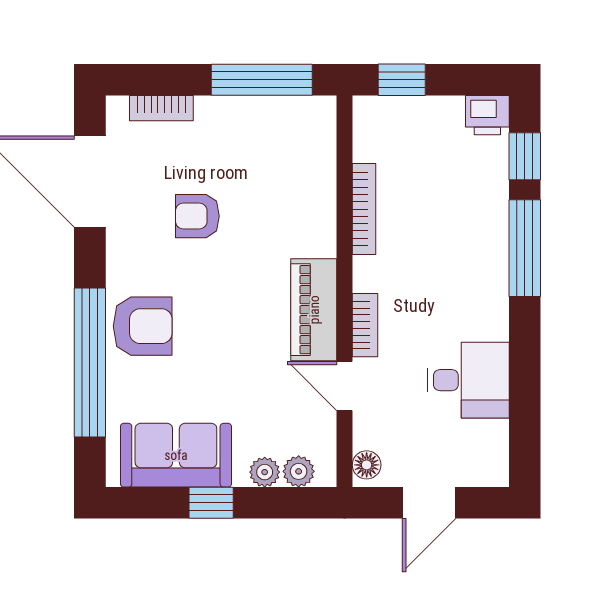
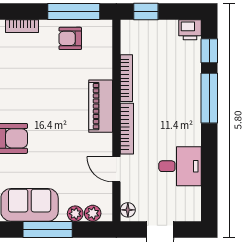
armchair: (197, 216) -> (70, 38), moved
piano: (314, 310) -> (101, 106), moved
bookcase: (365, 325) -> (127, 129), width x1.56
window: (211, 503) -> (48, 229), width x2.17

